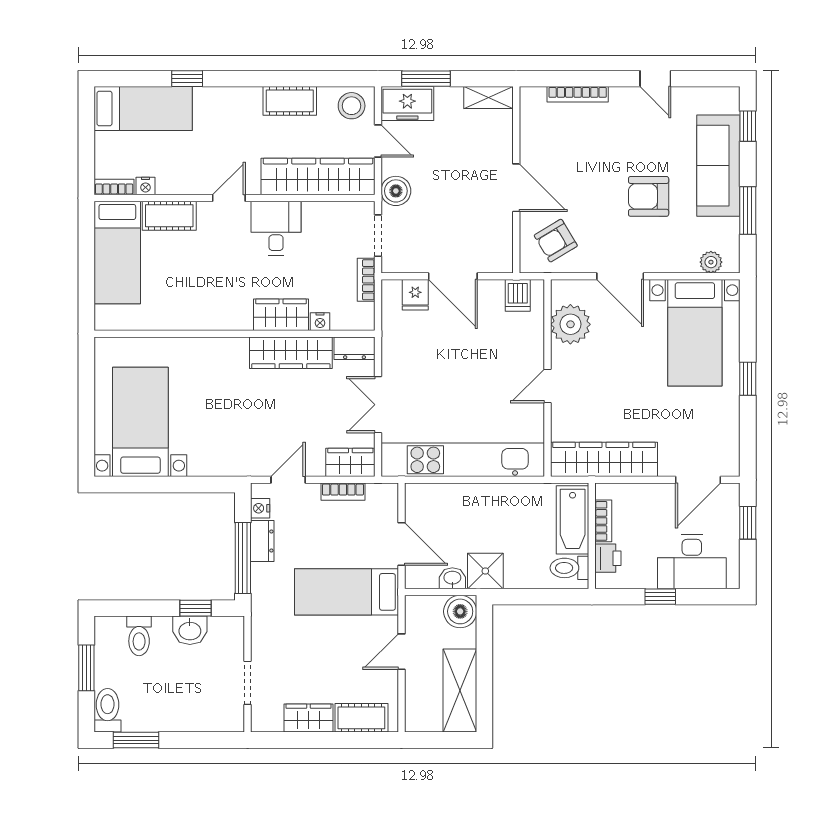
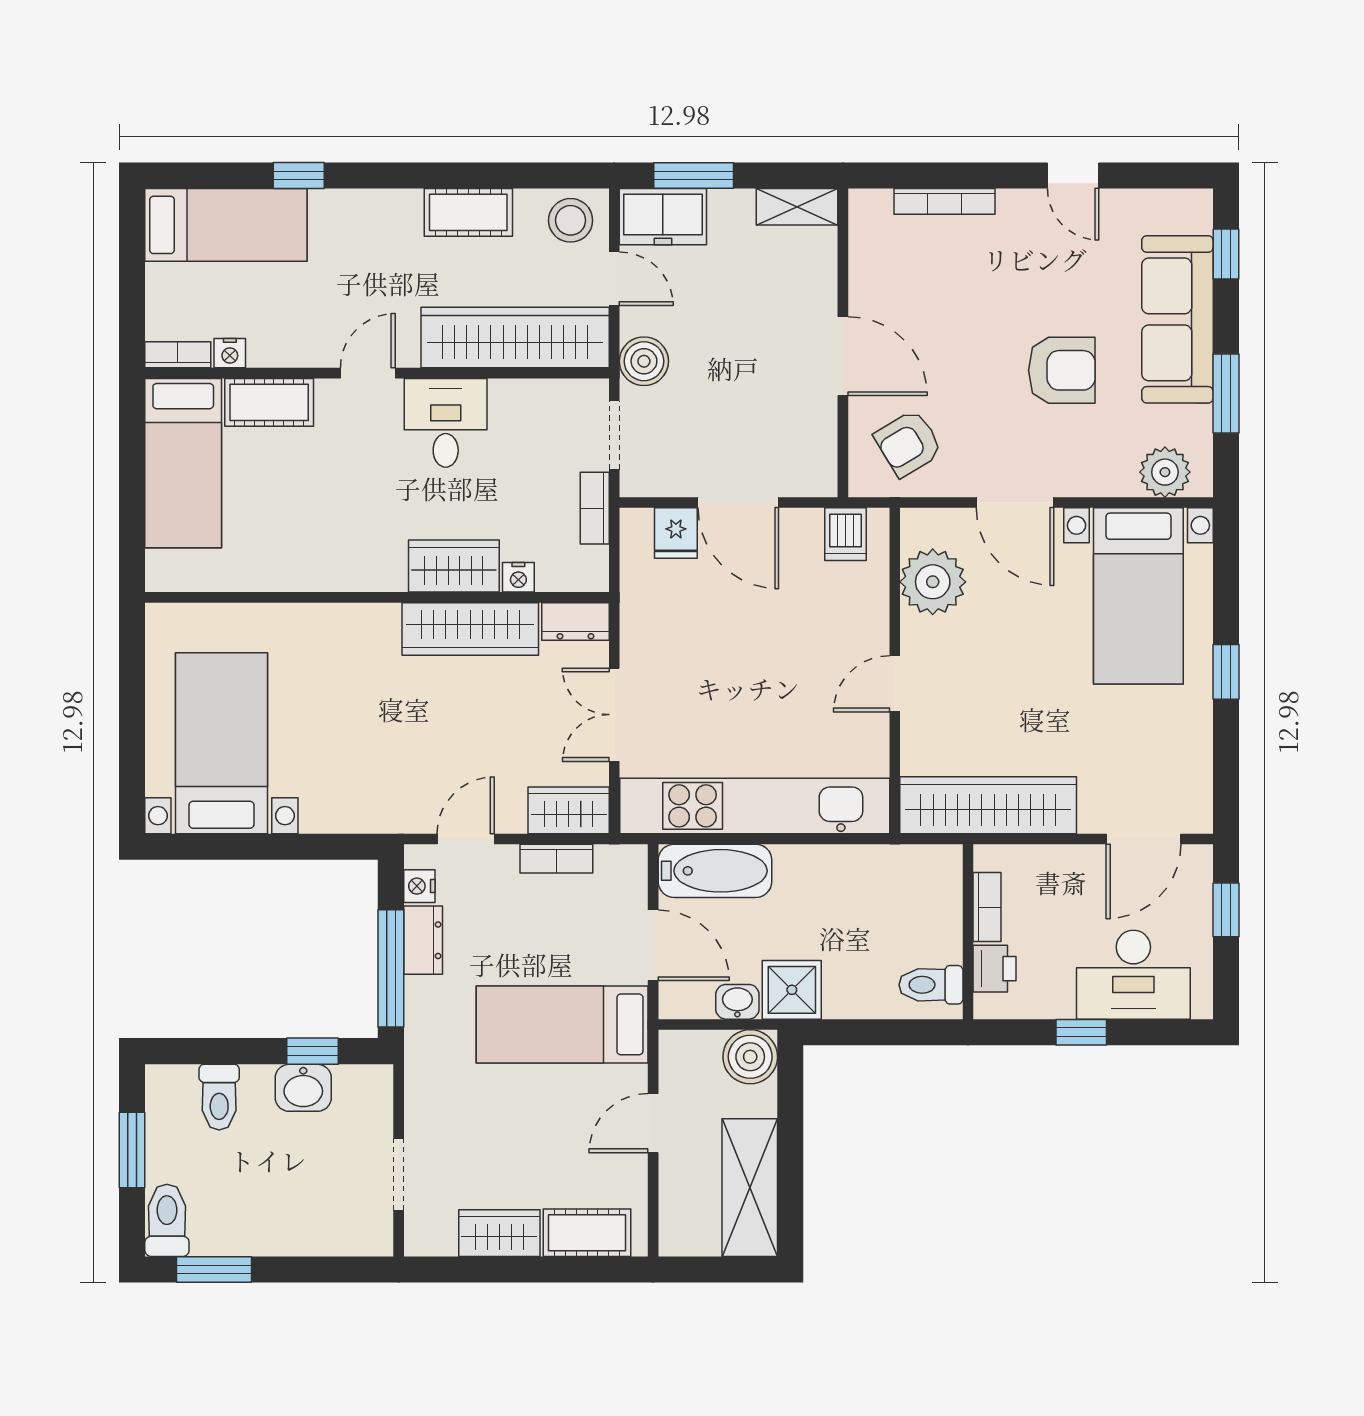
armchair: (649, 196) -> (1062, 370), turned 180
plant: (711, 262) -> (1165, 472), width x1.38, depth x1.38
bathtub: (573, 520) -> (715, 871), moved, turned -90

